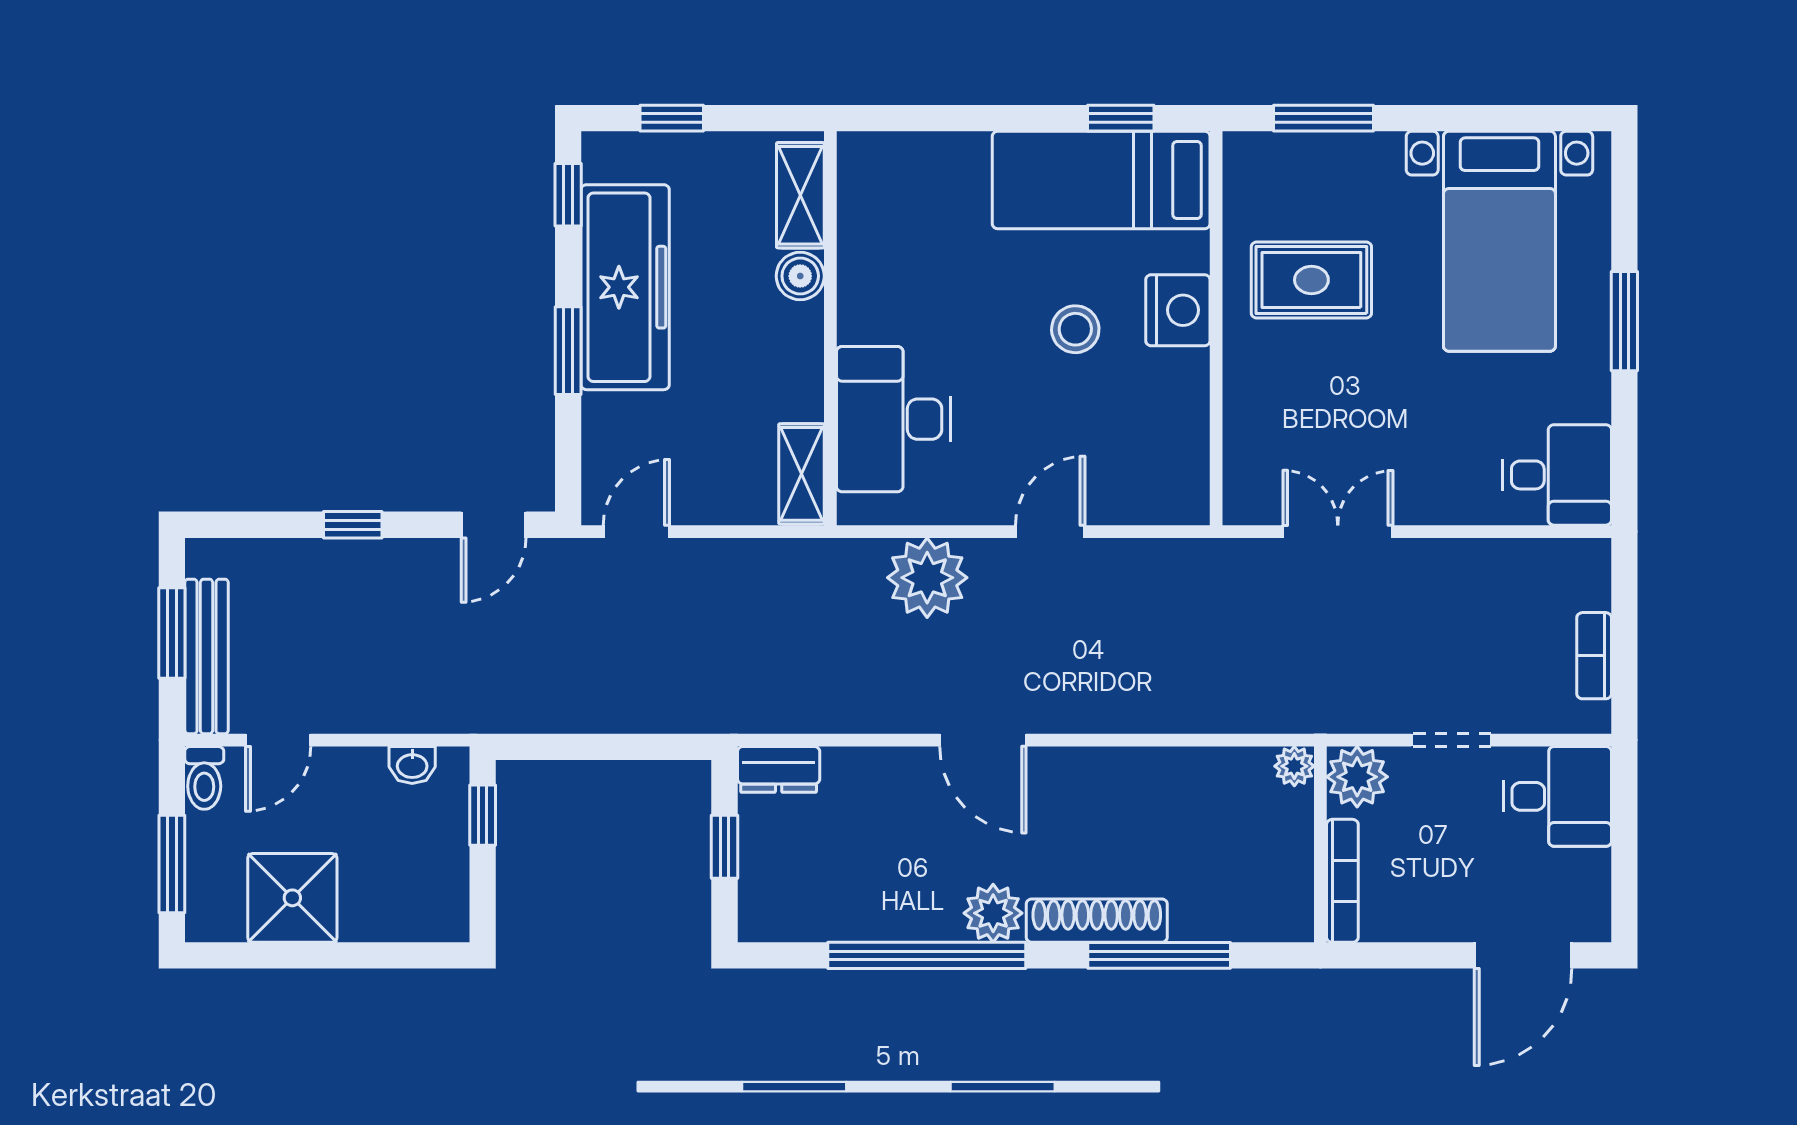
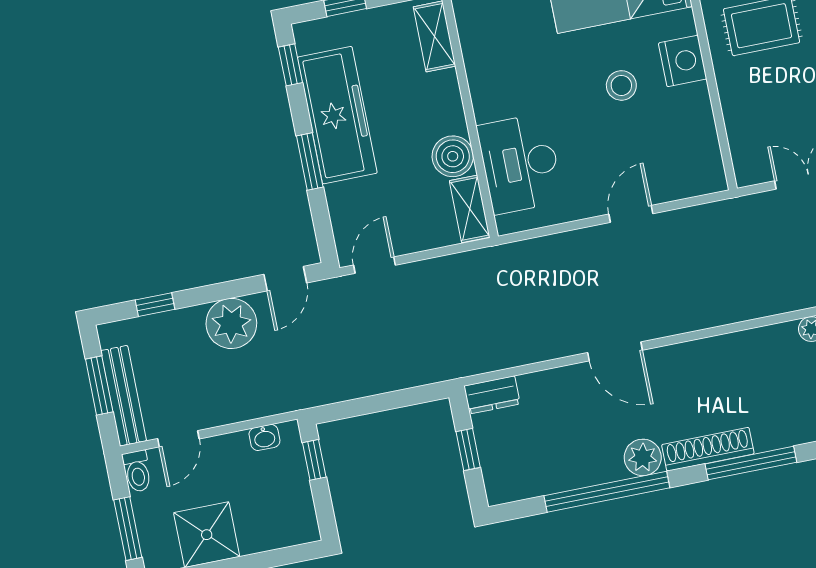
boiler: (800, 276) -> (453, 156), moved, width x1.36, depth x1.36
window: (353, 525) -> (155, 305), moved
plant: (927, 578) -> (231, 323), moved

